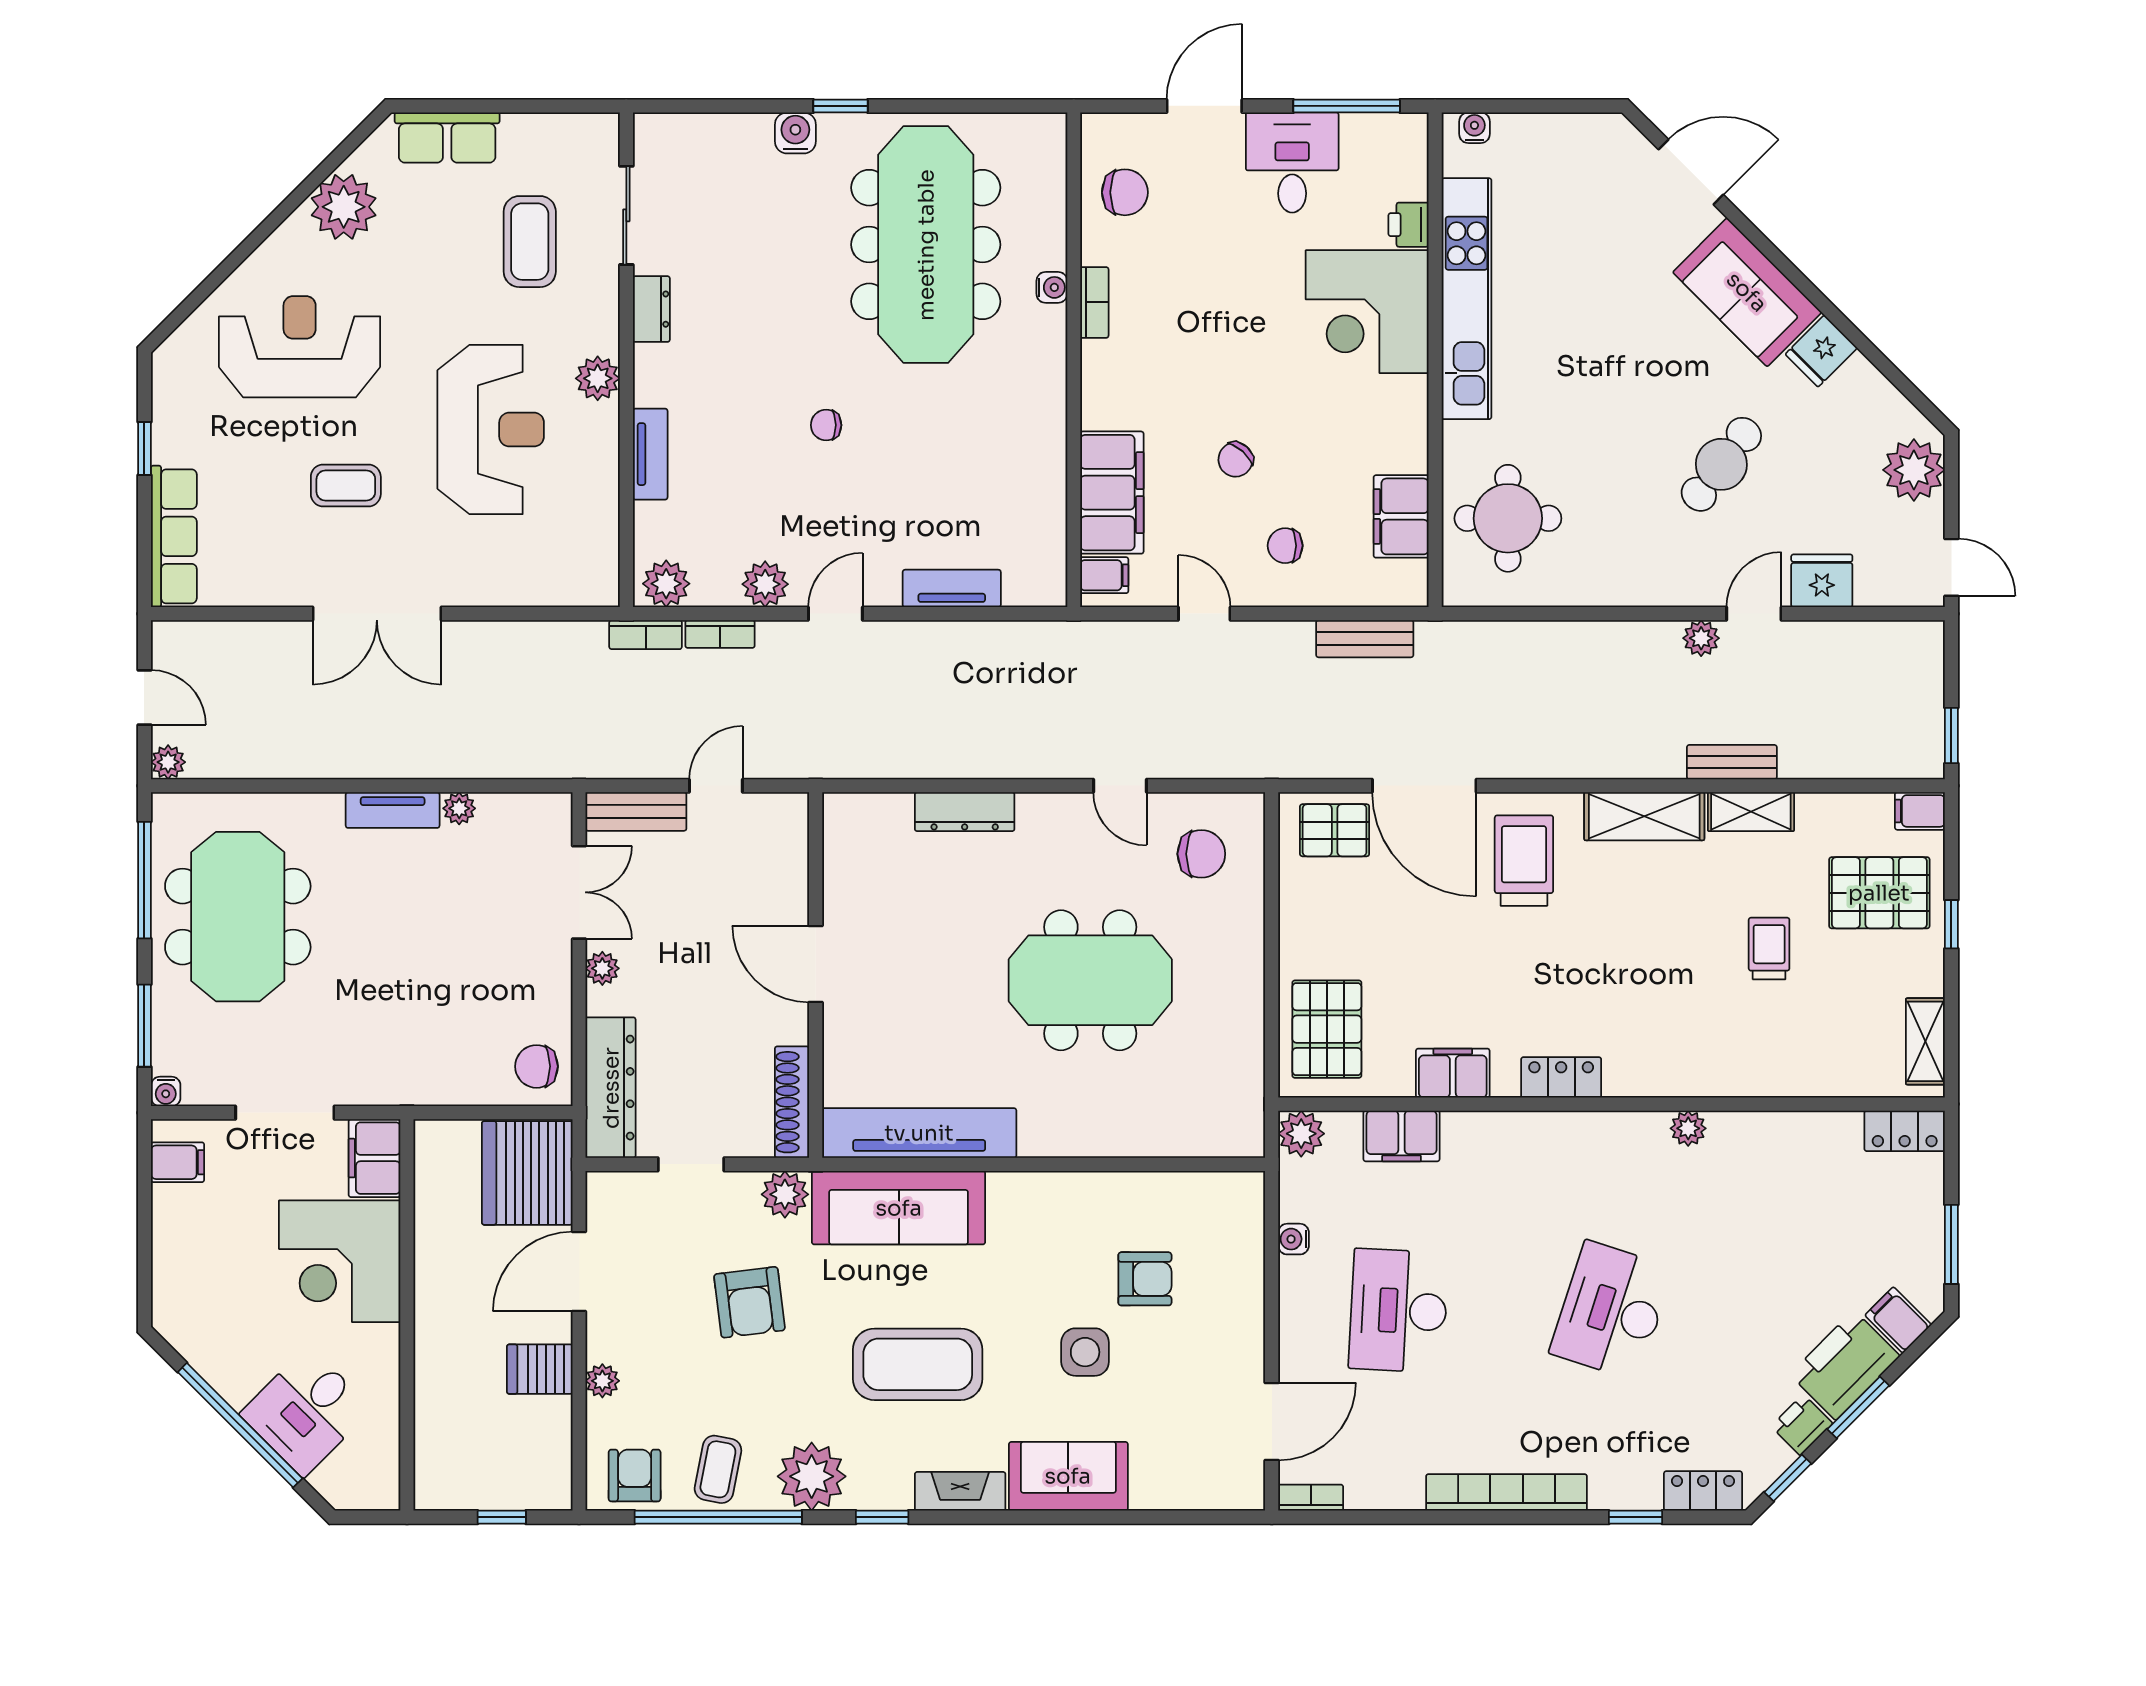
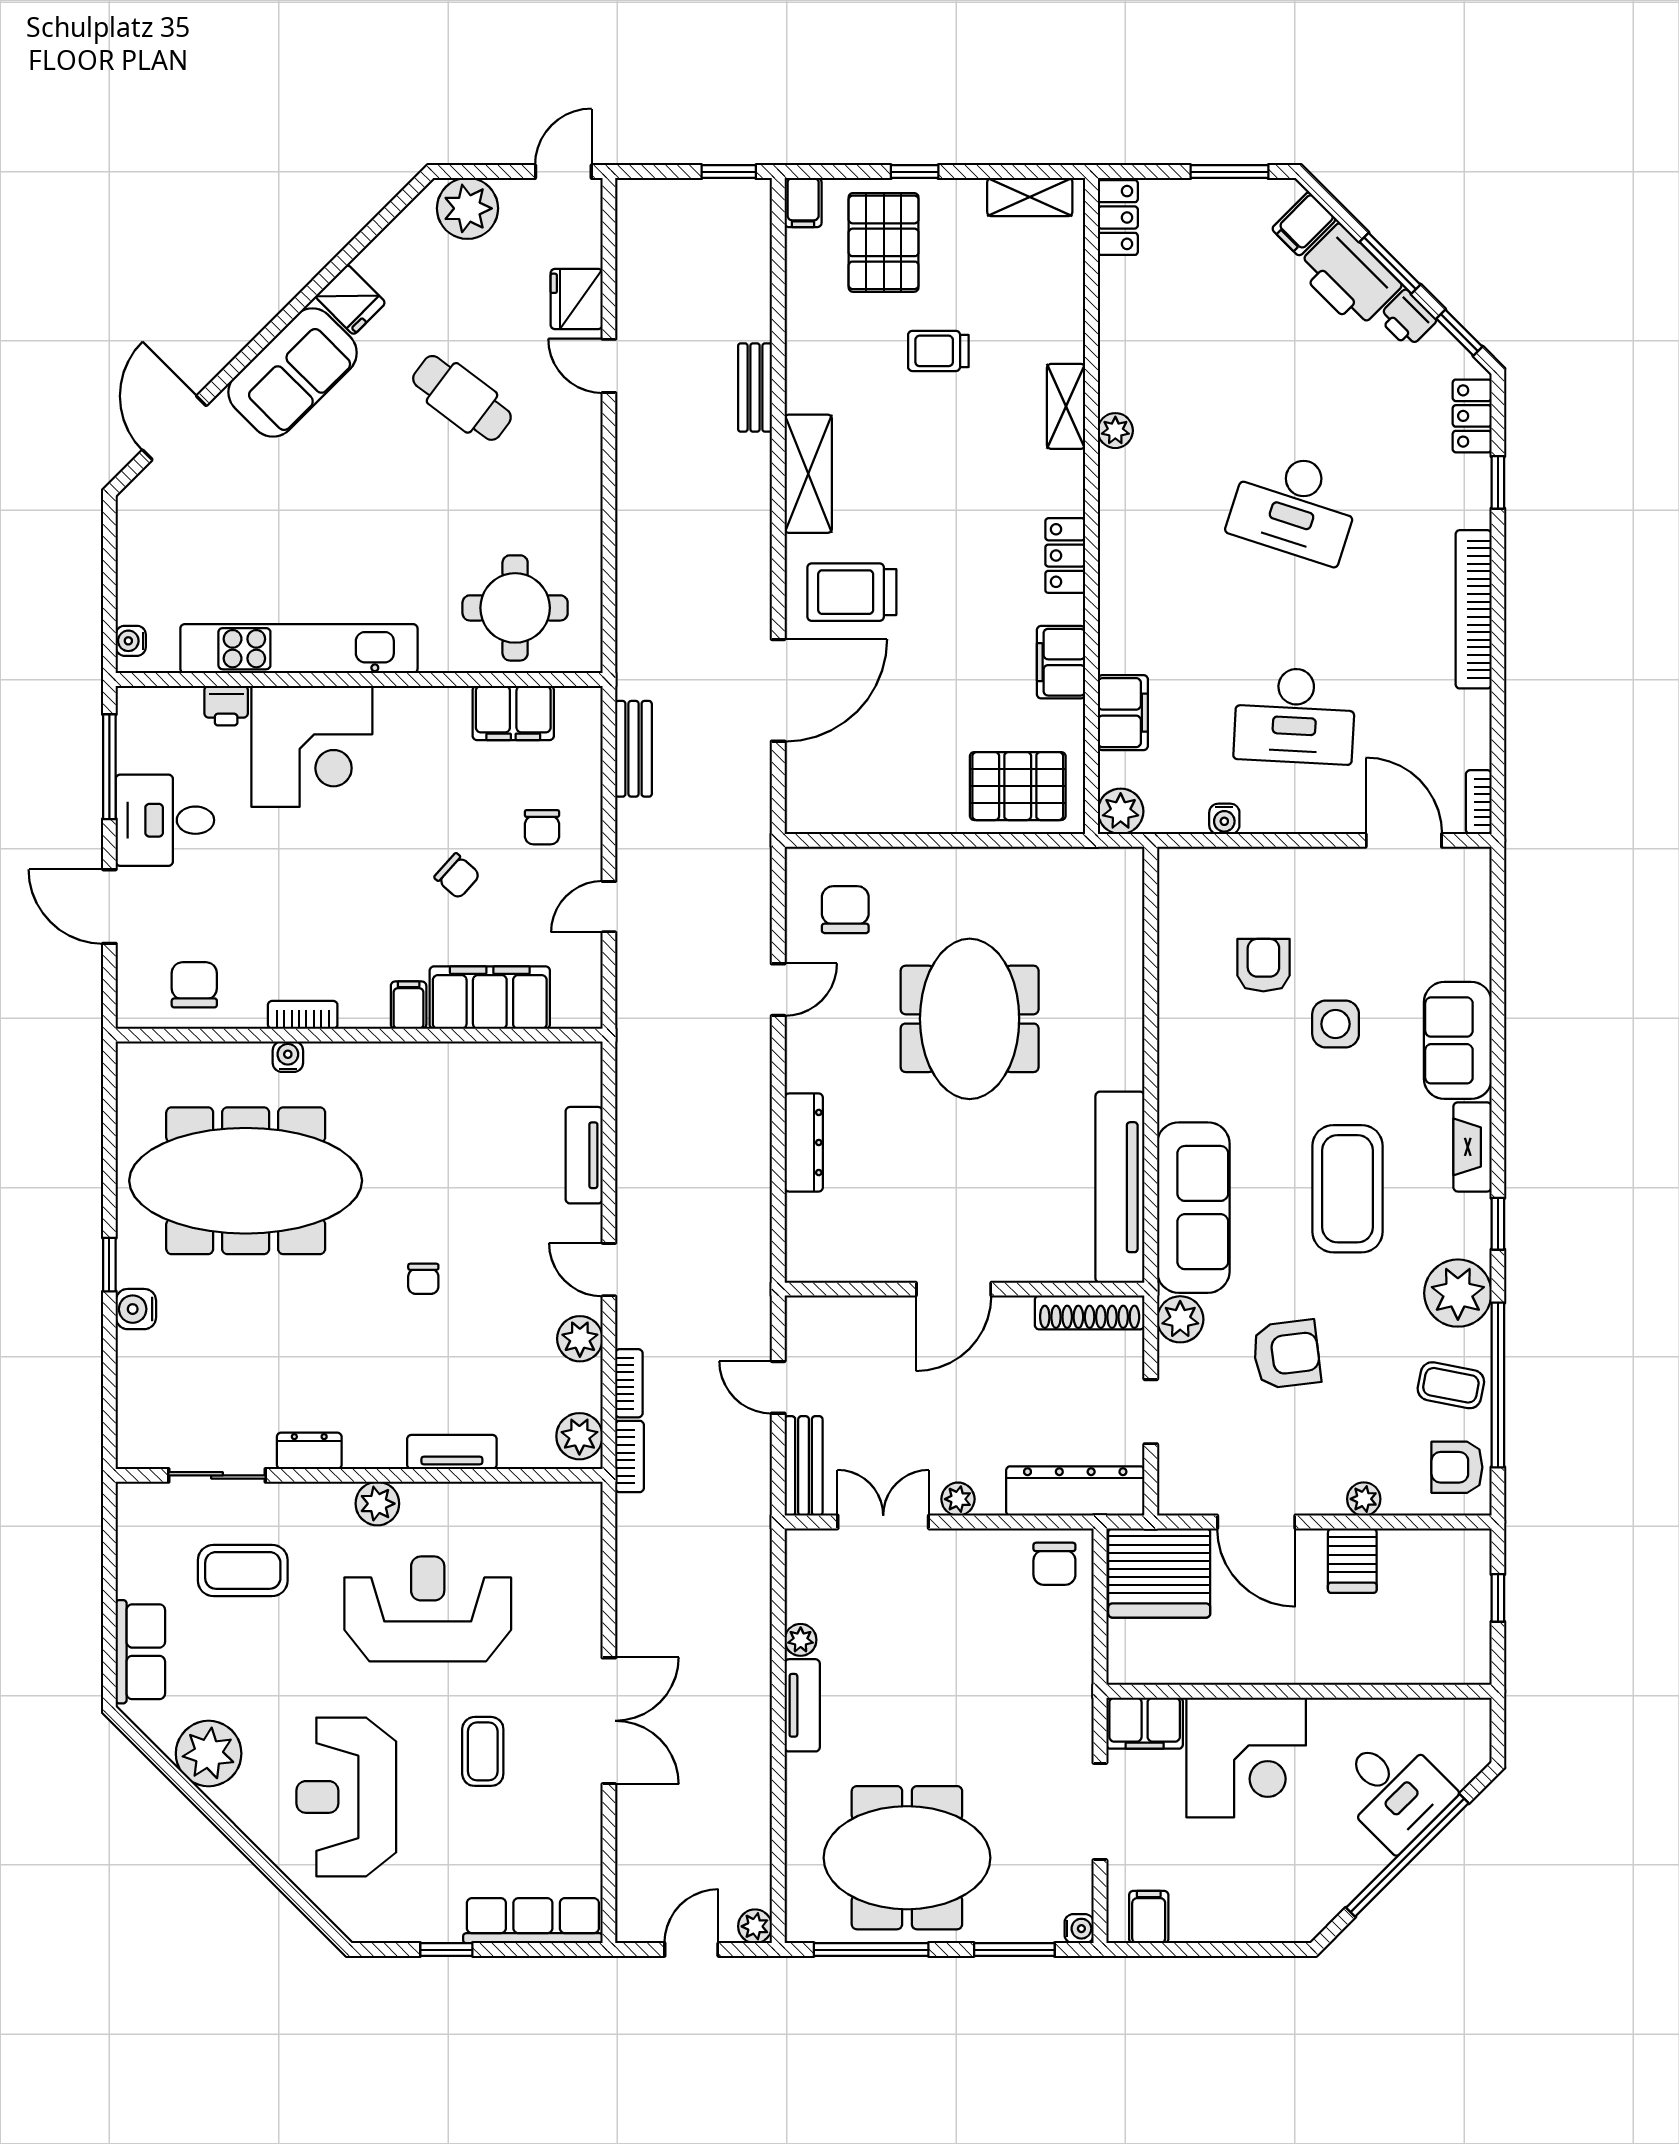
filing cabinet: (1104, 575) -> (409, 1005), moved
plant: (1701, 638) -> (633, 418), removed
shelving: (1751, 812) -> (1066, 406), moved
pallet: (1335, 830) -> (822, 778), removed

